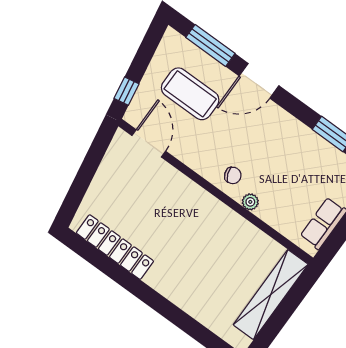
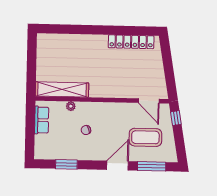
chair: (233, 175) -> (86, 130), moved
plant: (250, 202) -> (71, 106), moved
shelving: (271, 295) -> (62, 89), moved, turned 90

